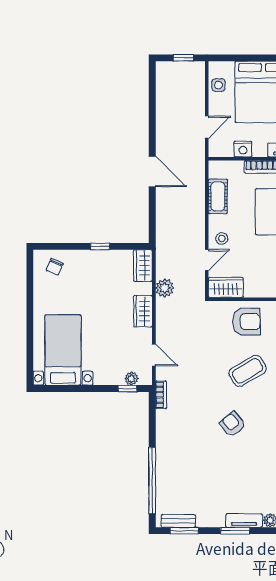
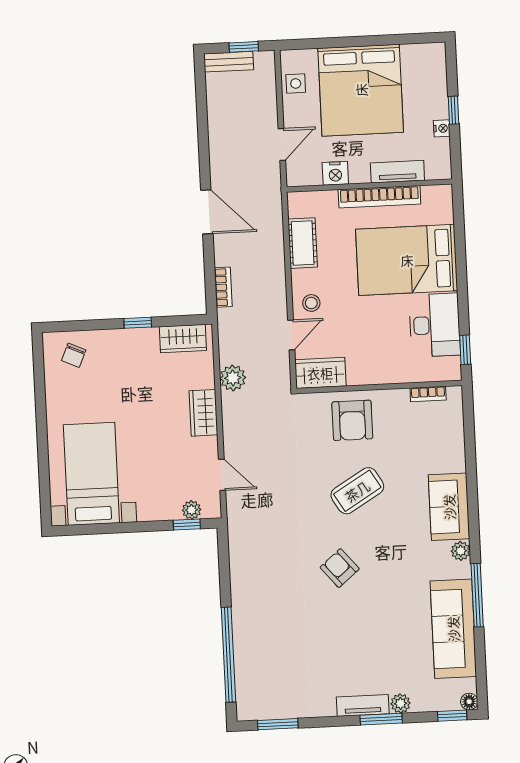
wardrobe: (143, 266) -> (183, 339), moved, turned -90
armchair: (246, 322) -> (352, 420), turned 90
bookcase: (161, 395) -> (223, 287), moved
bench: (179, 521) -> (229, 62), moved
window: (235, 531) -> (381, 719), moved

